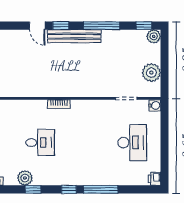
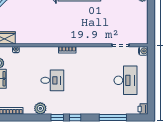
plant: (151, 73) -> (141, 25), removed
window: (33, 189) -> (57, 117), moved
window: (101, 189) -> (113, 117), moved

